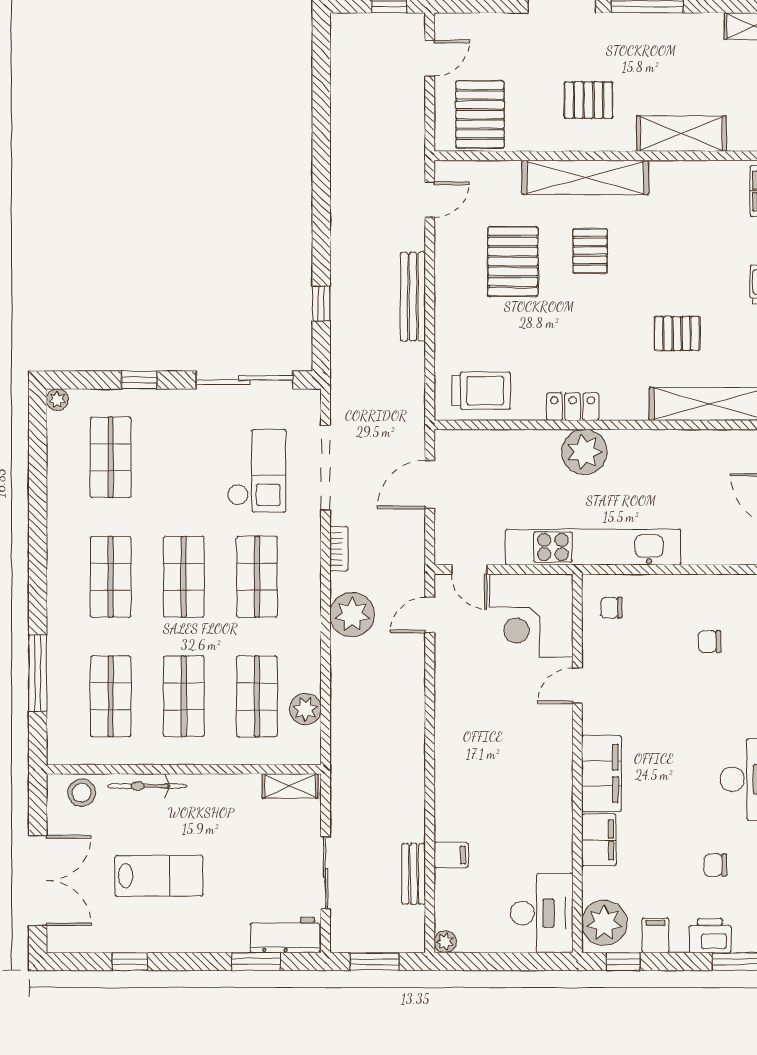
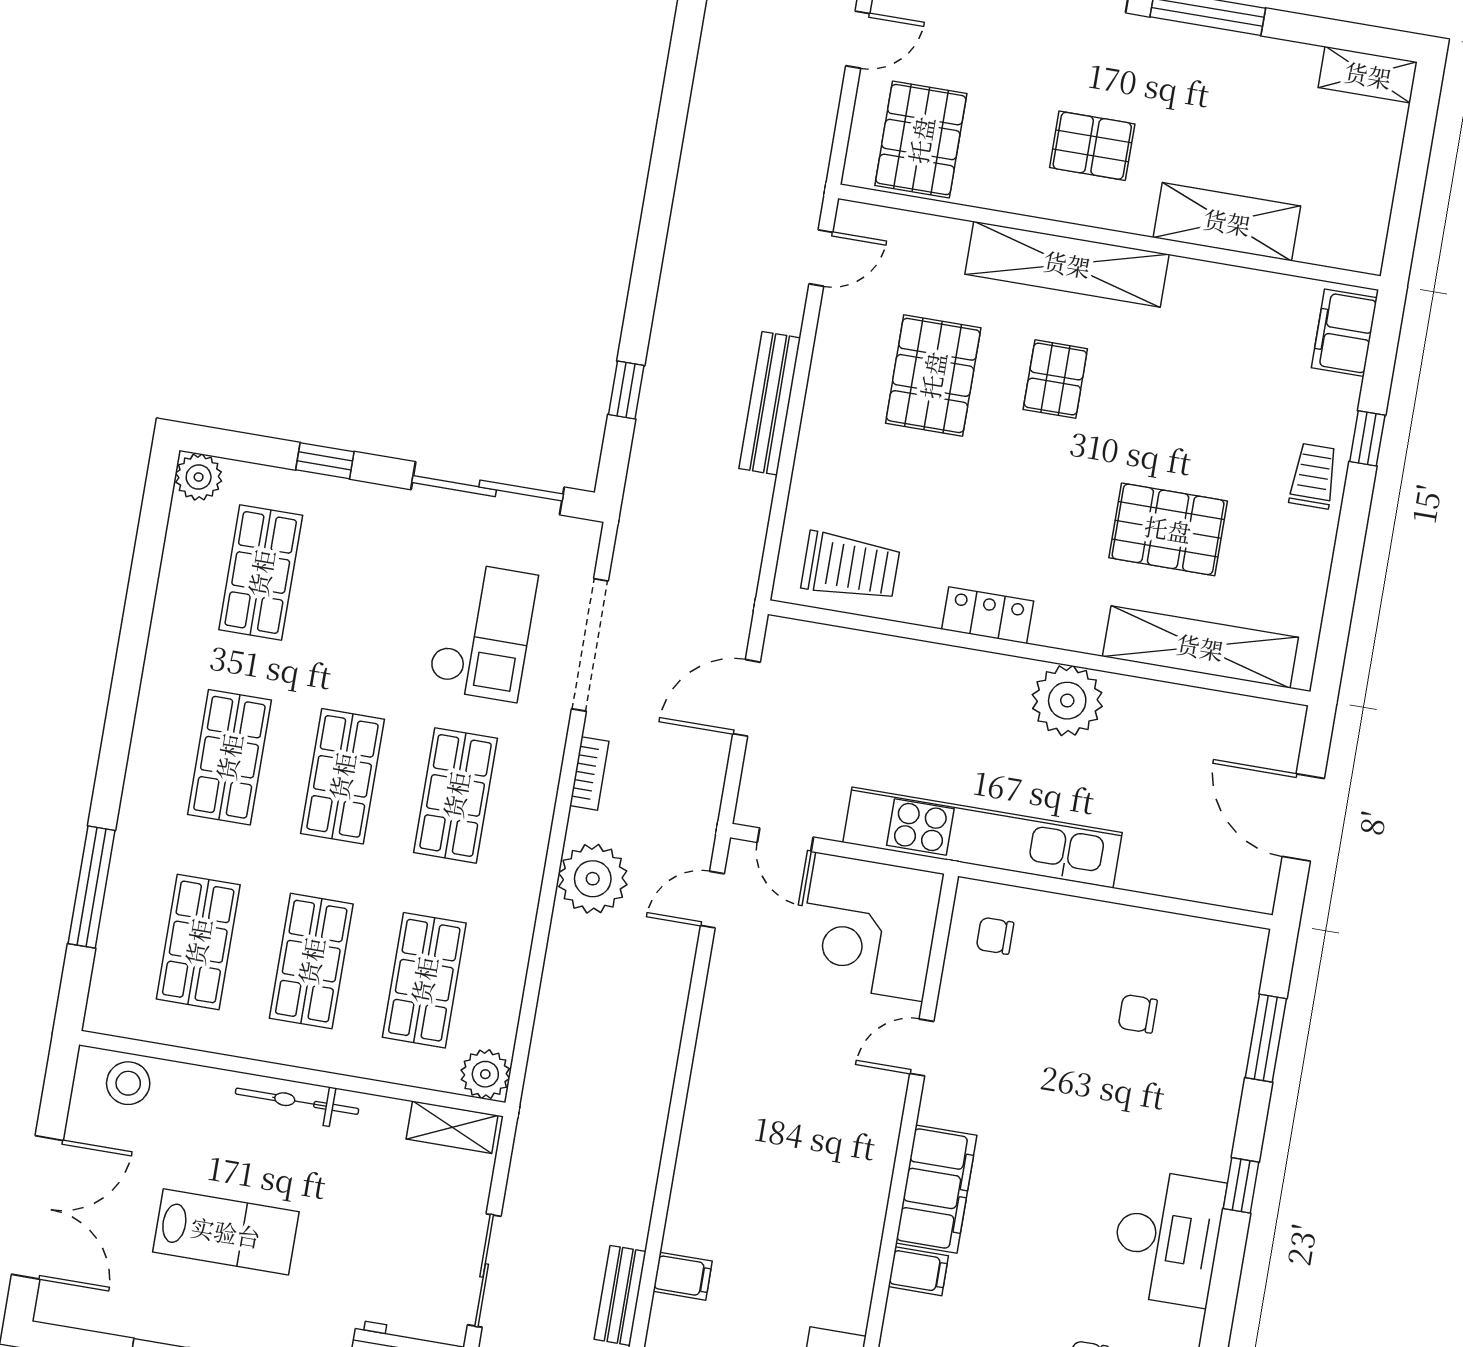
pallet: (677, 333) -> (1168, 529), width x1.50, depth x1.42
plant: (57, 400) -> (199, 477), width x1.38, depth x1.38
plant: (584, 452) -> (1067, 701), moved
plant: (305, 709) -> (485, 1074), moved
bicycle: (147, 786) -> (297, 1101), moved
filing cabinet: (599, 840) -> (918, 1271), width x0.50

